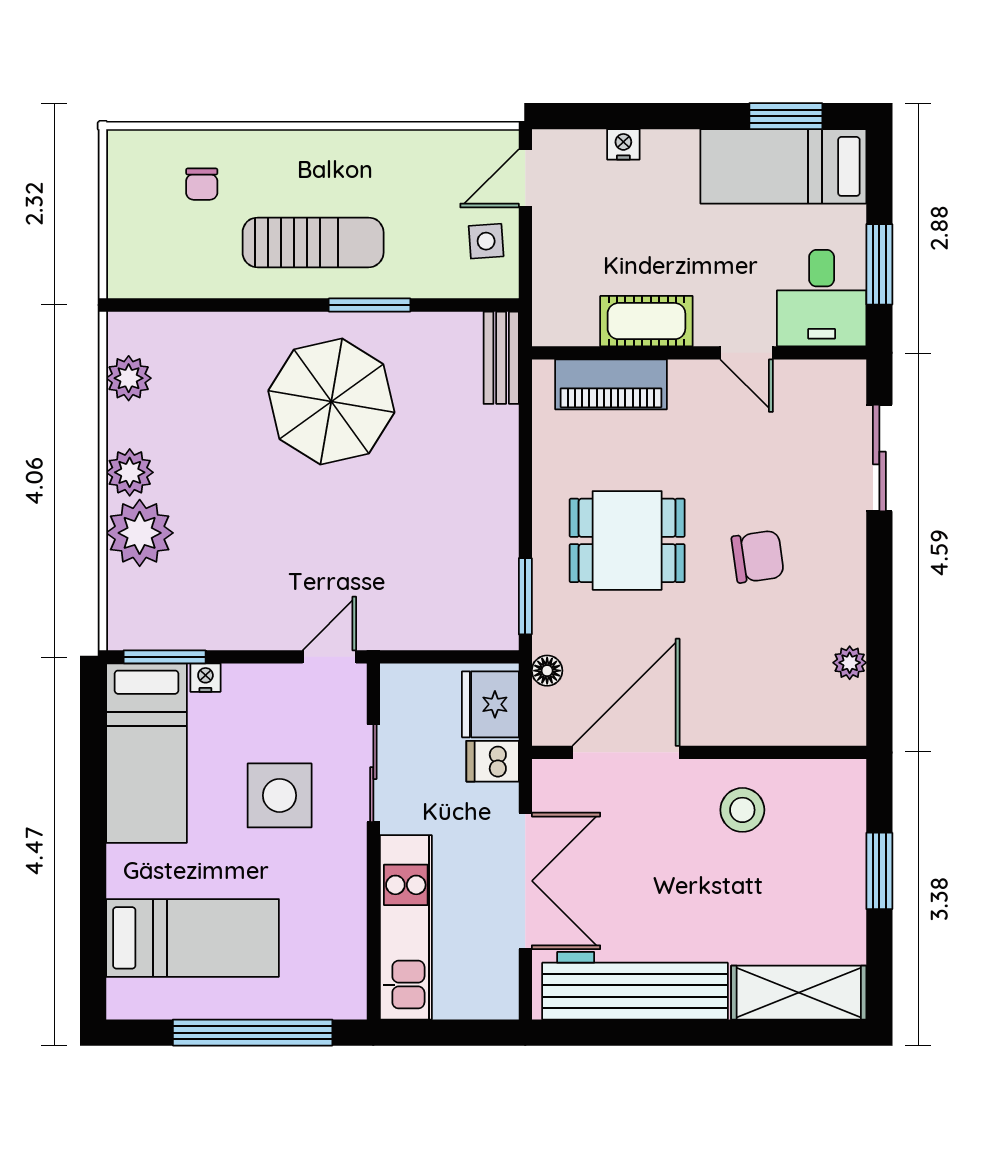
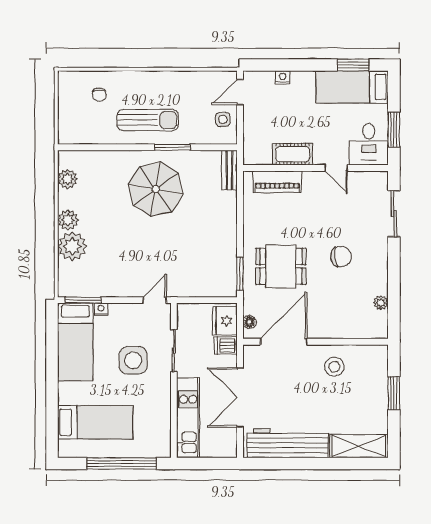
dining table: (627, 540) -> (281, 266), moved
floor lamp: (547, 671) -> (249, 322), moved
double door: (525, 881) -> (240, 398), swing flipped

